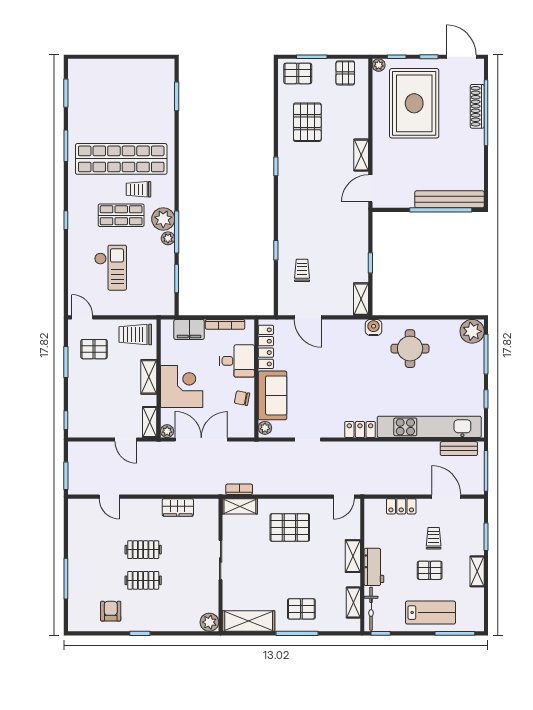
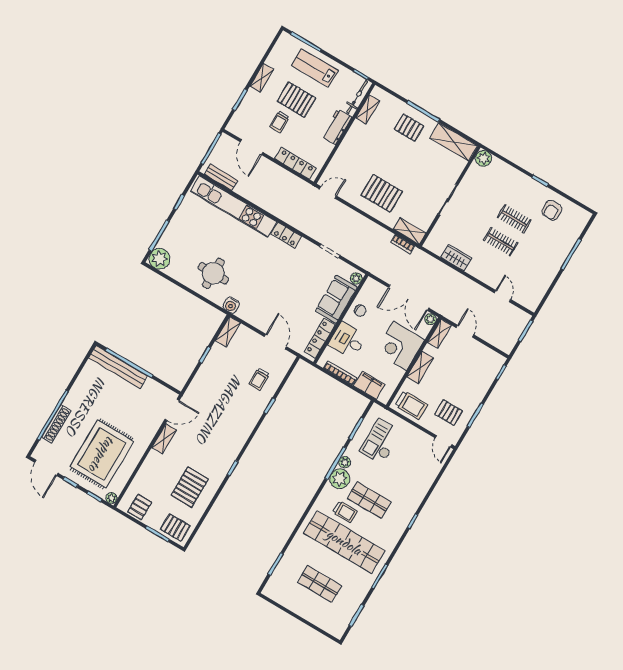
shop shelf: (121, 103) -> (320, 584), added
checkout: (111, 268) -> (381, 441), moved
locker: (401, 506) -> (295, 163), width x1.53
shelving: (353, 556) -> (348, 144), removed
pallet: (430, 570) -> (297, 100), width x1.50, depth x1.42

